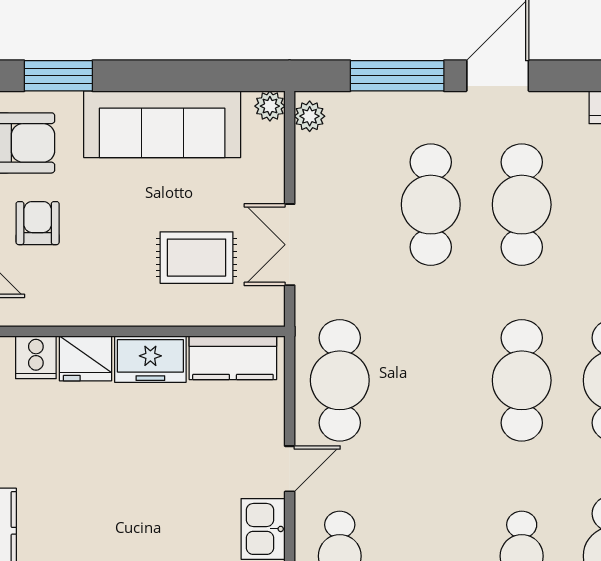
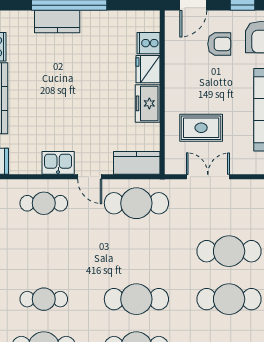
rug: (196, 258) -> (201, 128), turned 90
kitchen counter: (233, 358) -> (137, 163), moved, turned 90

